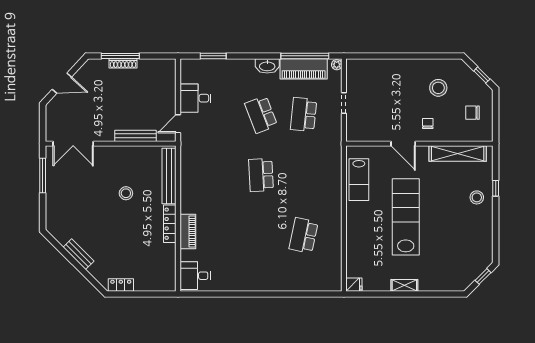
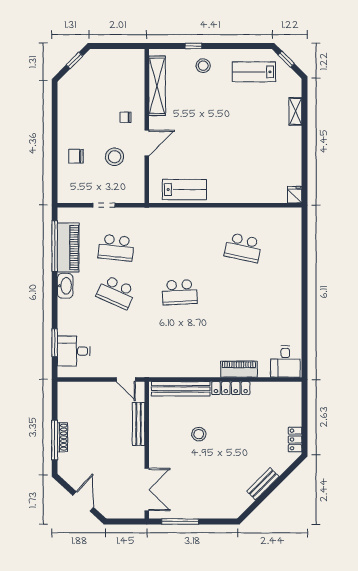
plant: (337, 65) -> (64, 213), removed
stool: (438, 88) -> (115, 157), moved
desk: (196, 98) -> (74, 351), moved, turned 90
chair: (472, 113) -> (76, 156), moved, turned 90
school desk: (261, 115) -> (116, 292), turned 45
lab bench: (406, 217) -> (254, 72), moved, width x0.54, depth x0.72
shelving: (404, 285) -> (295, 111), moved

